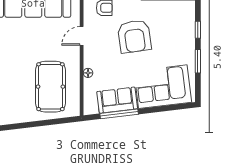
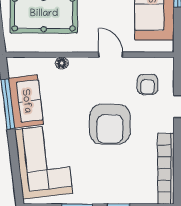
armchair: (134, 36) -> (110, 124), turned -82

